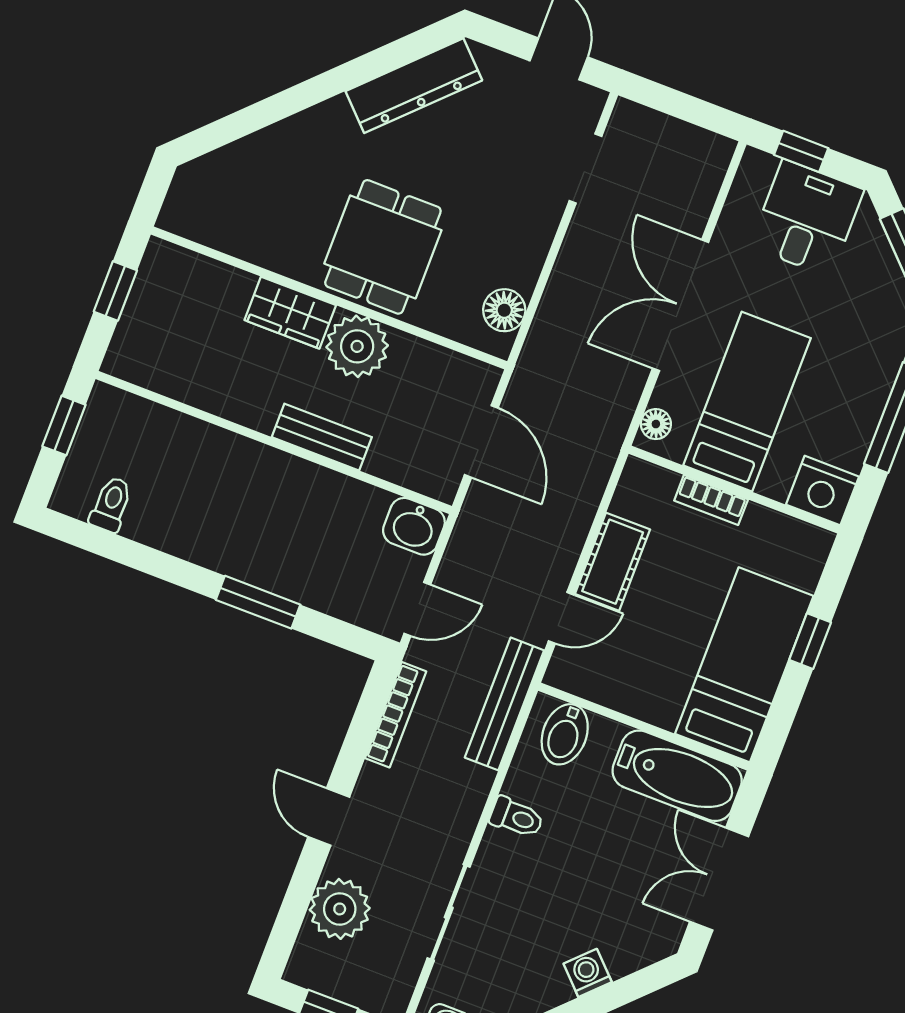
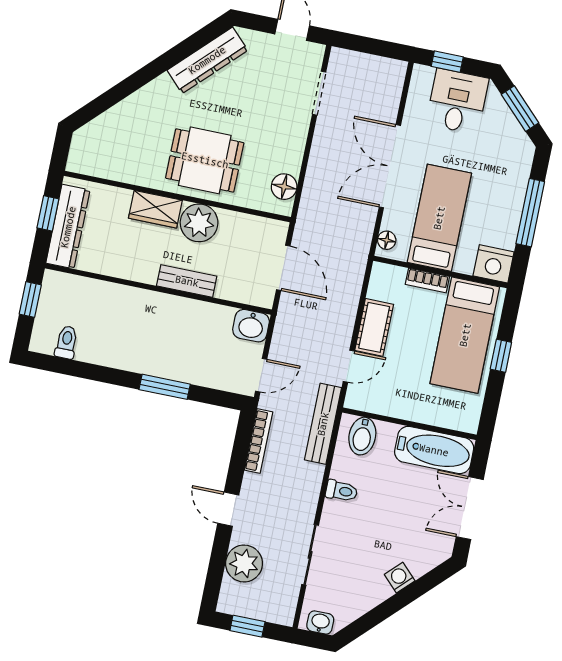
dining table: (383, 247) -> (205, 160), turned 90
dresser: (144, 318) -> (68, 227), added
bed: (744, 665) -> (465, 335), moved, turned 180

